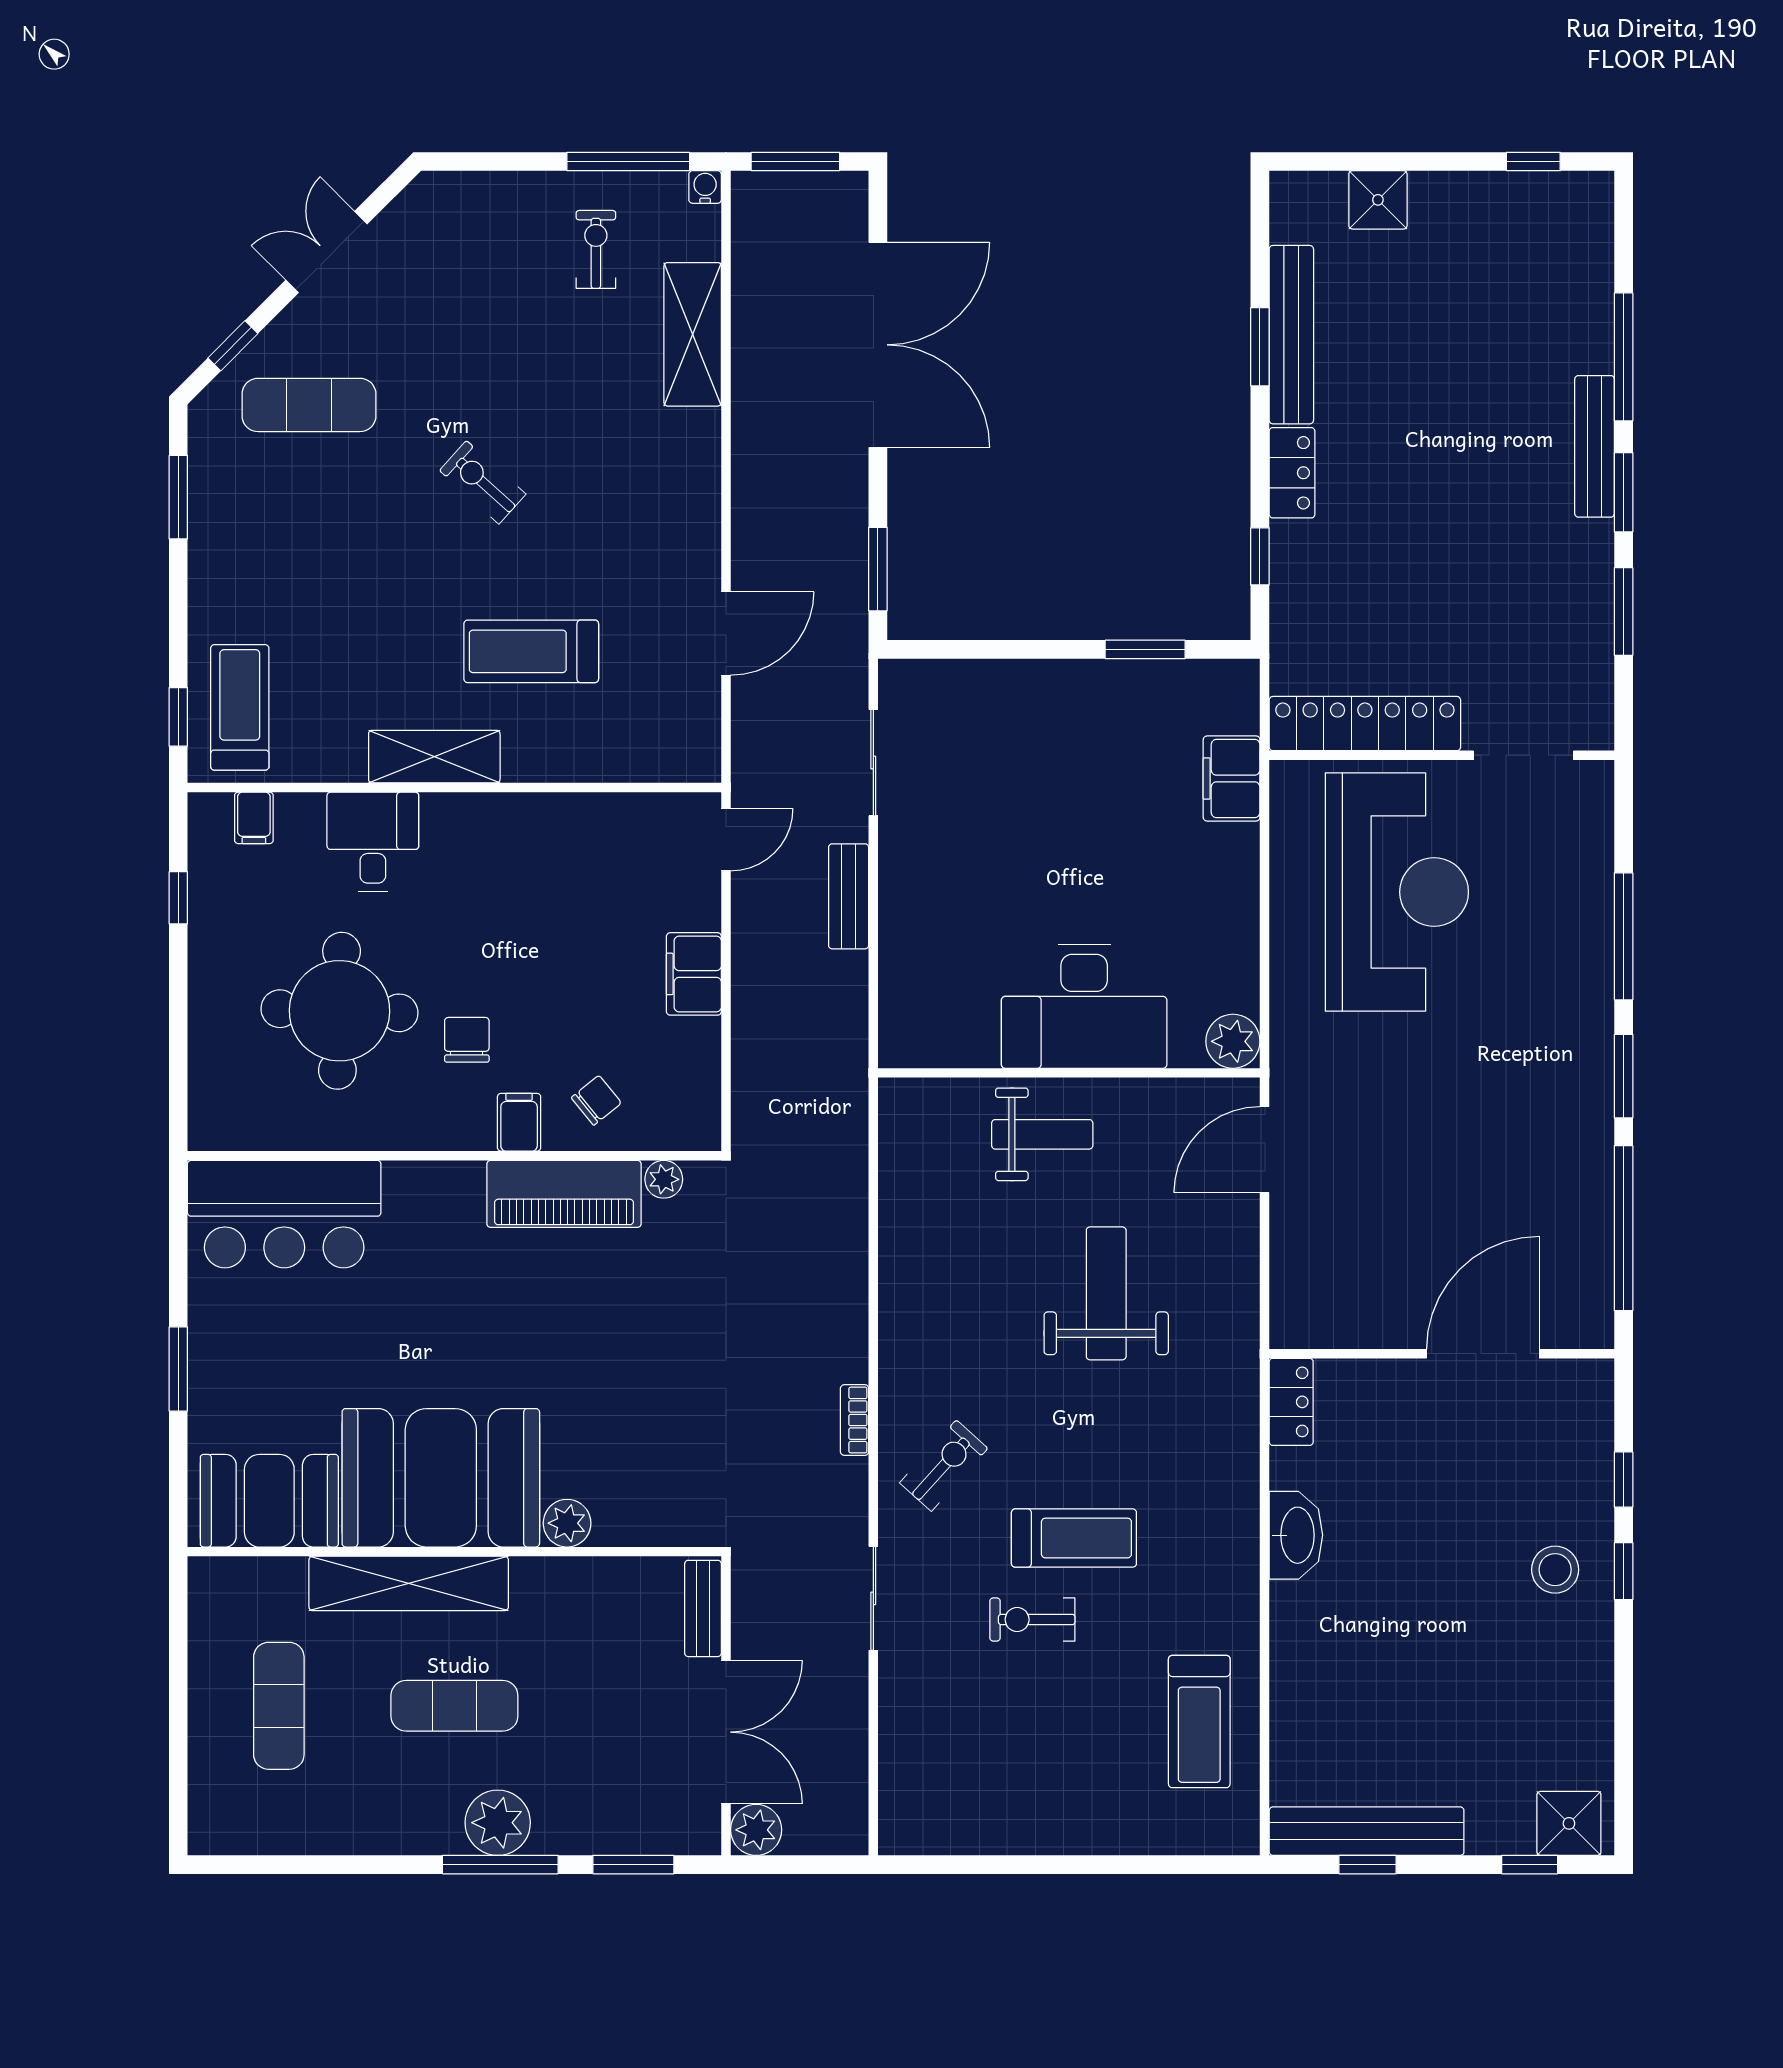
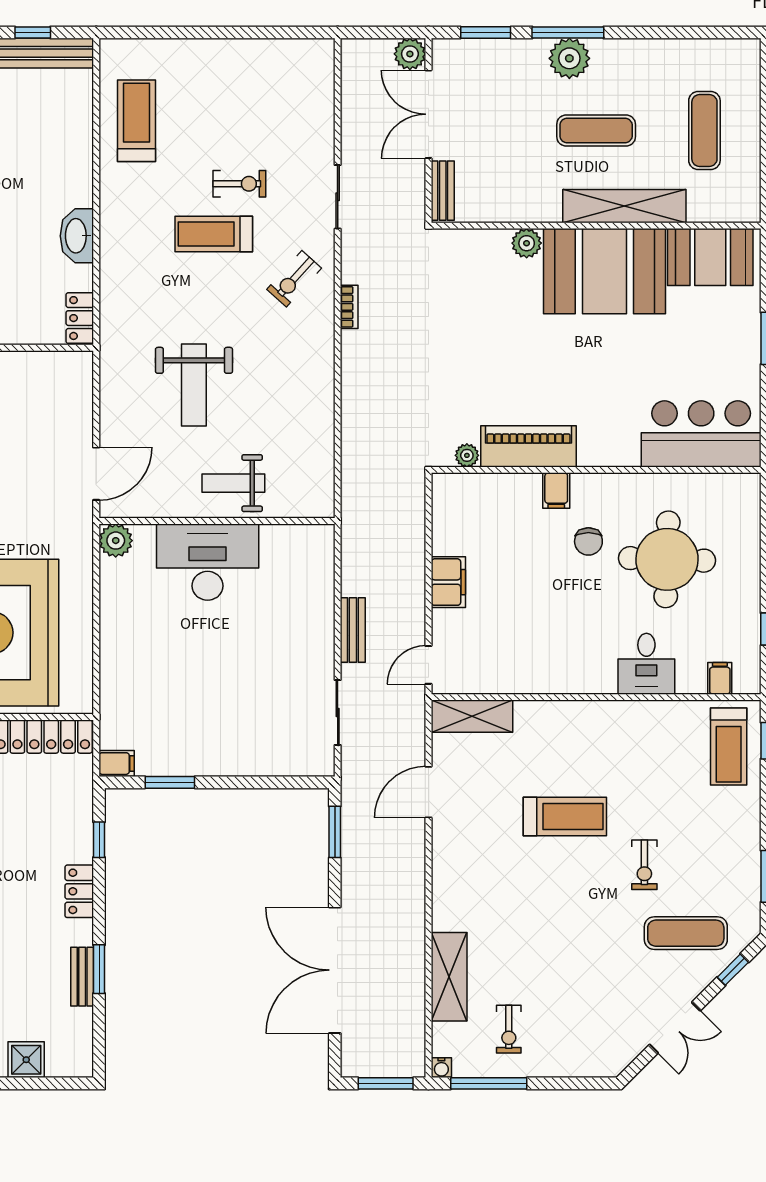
bench: (1291, 335) -> (82, 977), width x0.54, depth x0.82
exercise bike: (483, 482) -> (644, 865), moved, turned 48
treadmill: (531, 651) -> (565, 816), moved
shelving: (434, 757) -> (472, 716), moved
filing cabinet: (1232, 779) -> (117, 764), moved, width x0.50
chair: (596, 1100) -> (509, 504), removed

